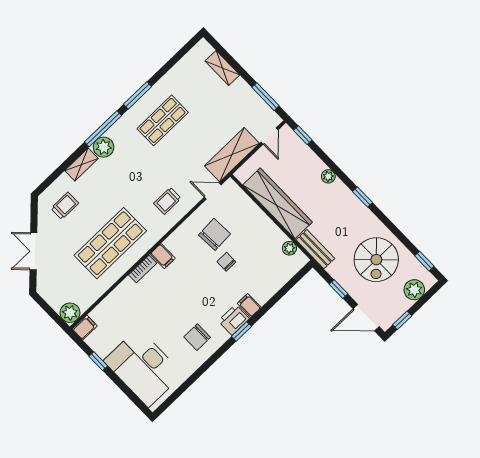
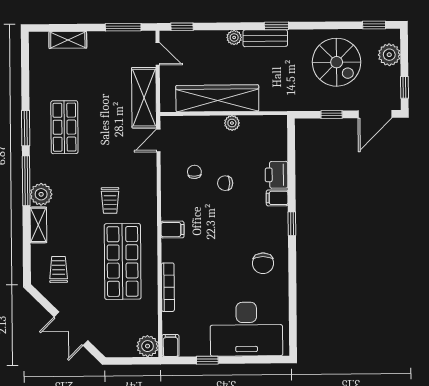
trolley: (167, 201) -> (110, 200), moved
chair: (215, 234) -> (194, 172), width x0.54, depth x0.54
plant: (289, 248) -> (232, 123), moved
bench: (315, 249) -> (265, 38), moved
bookcase: (143, 269) -> (168, 287), moved, width x1.56
printer: (234, 320) -> (277, 175), moved

